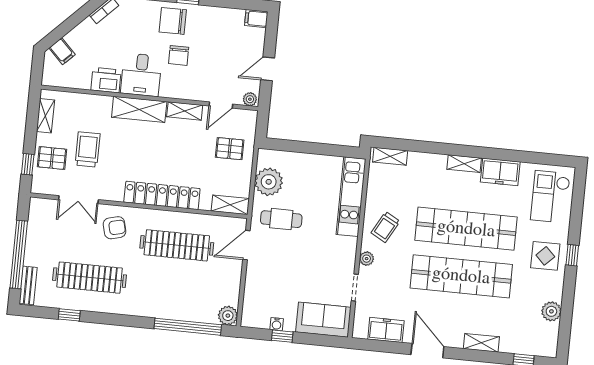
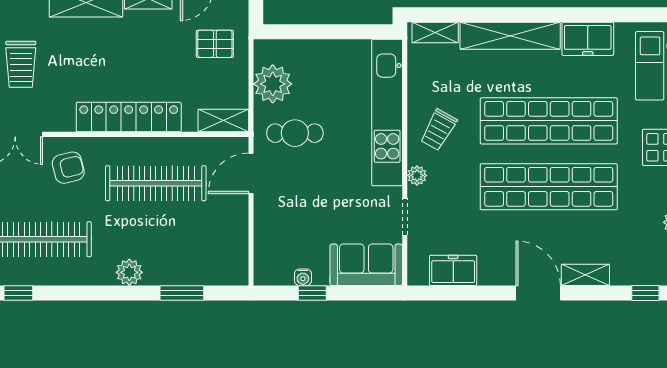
trolley: (88, 149) -> (21, 64), turned 180
shelving: (464, 164) -> (510, 36), width x2.20, depth x1.33
kitchen unit: (351, 197) -> (387, 113), width x1.36
plant: (228, 316) -> (129, 272), moved
window: (188, 327) -> (182, 293), width x0.47
door: (427, 351) -> (538, 293), moved

